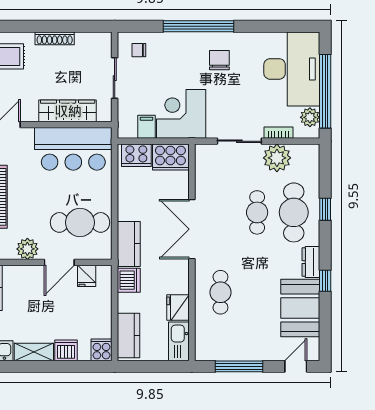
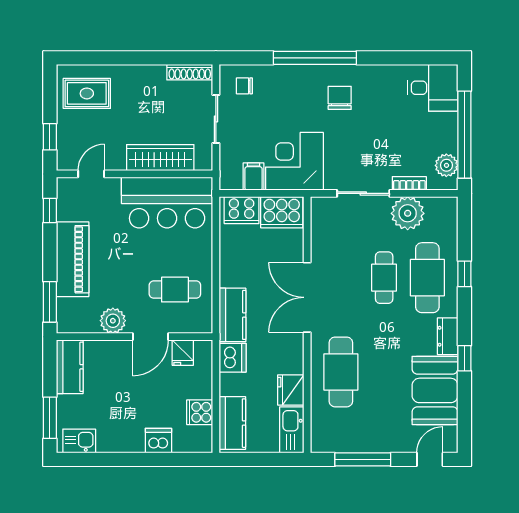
shoe rack: (55, 38) -> (190, 72), moved
desk: (292, 69) -> (433, 88), width x0.53, depth x0.77
cafe table: (80, 222) -> (175, 290), width x0.73, depth x0.74
cafe table: (220, 292) -> (341, 372), width x1.37, depth x1.35
cooker: (101, 350) -> (200, 412), moved, turned -90
shelving: (34, 352) -> (120, 442), removed

